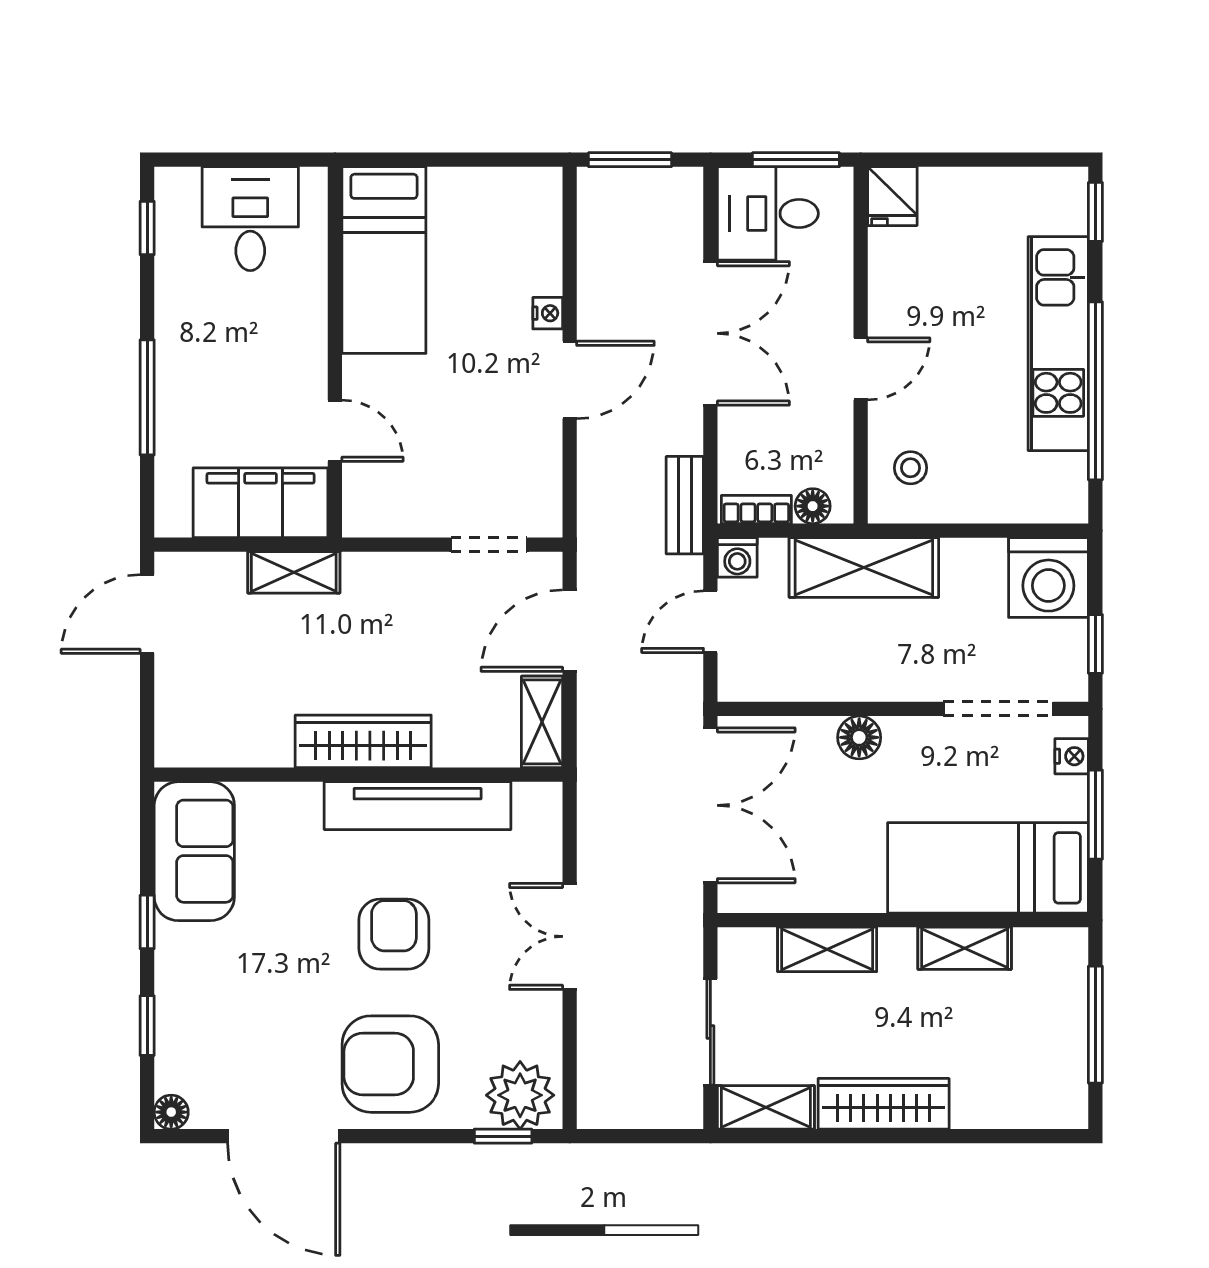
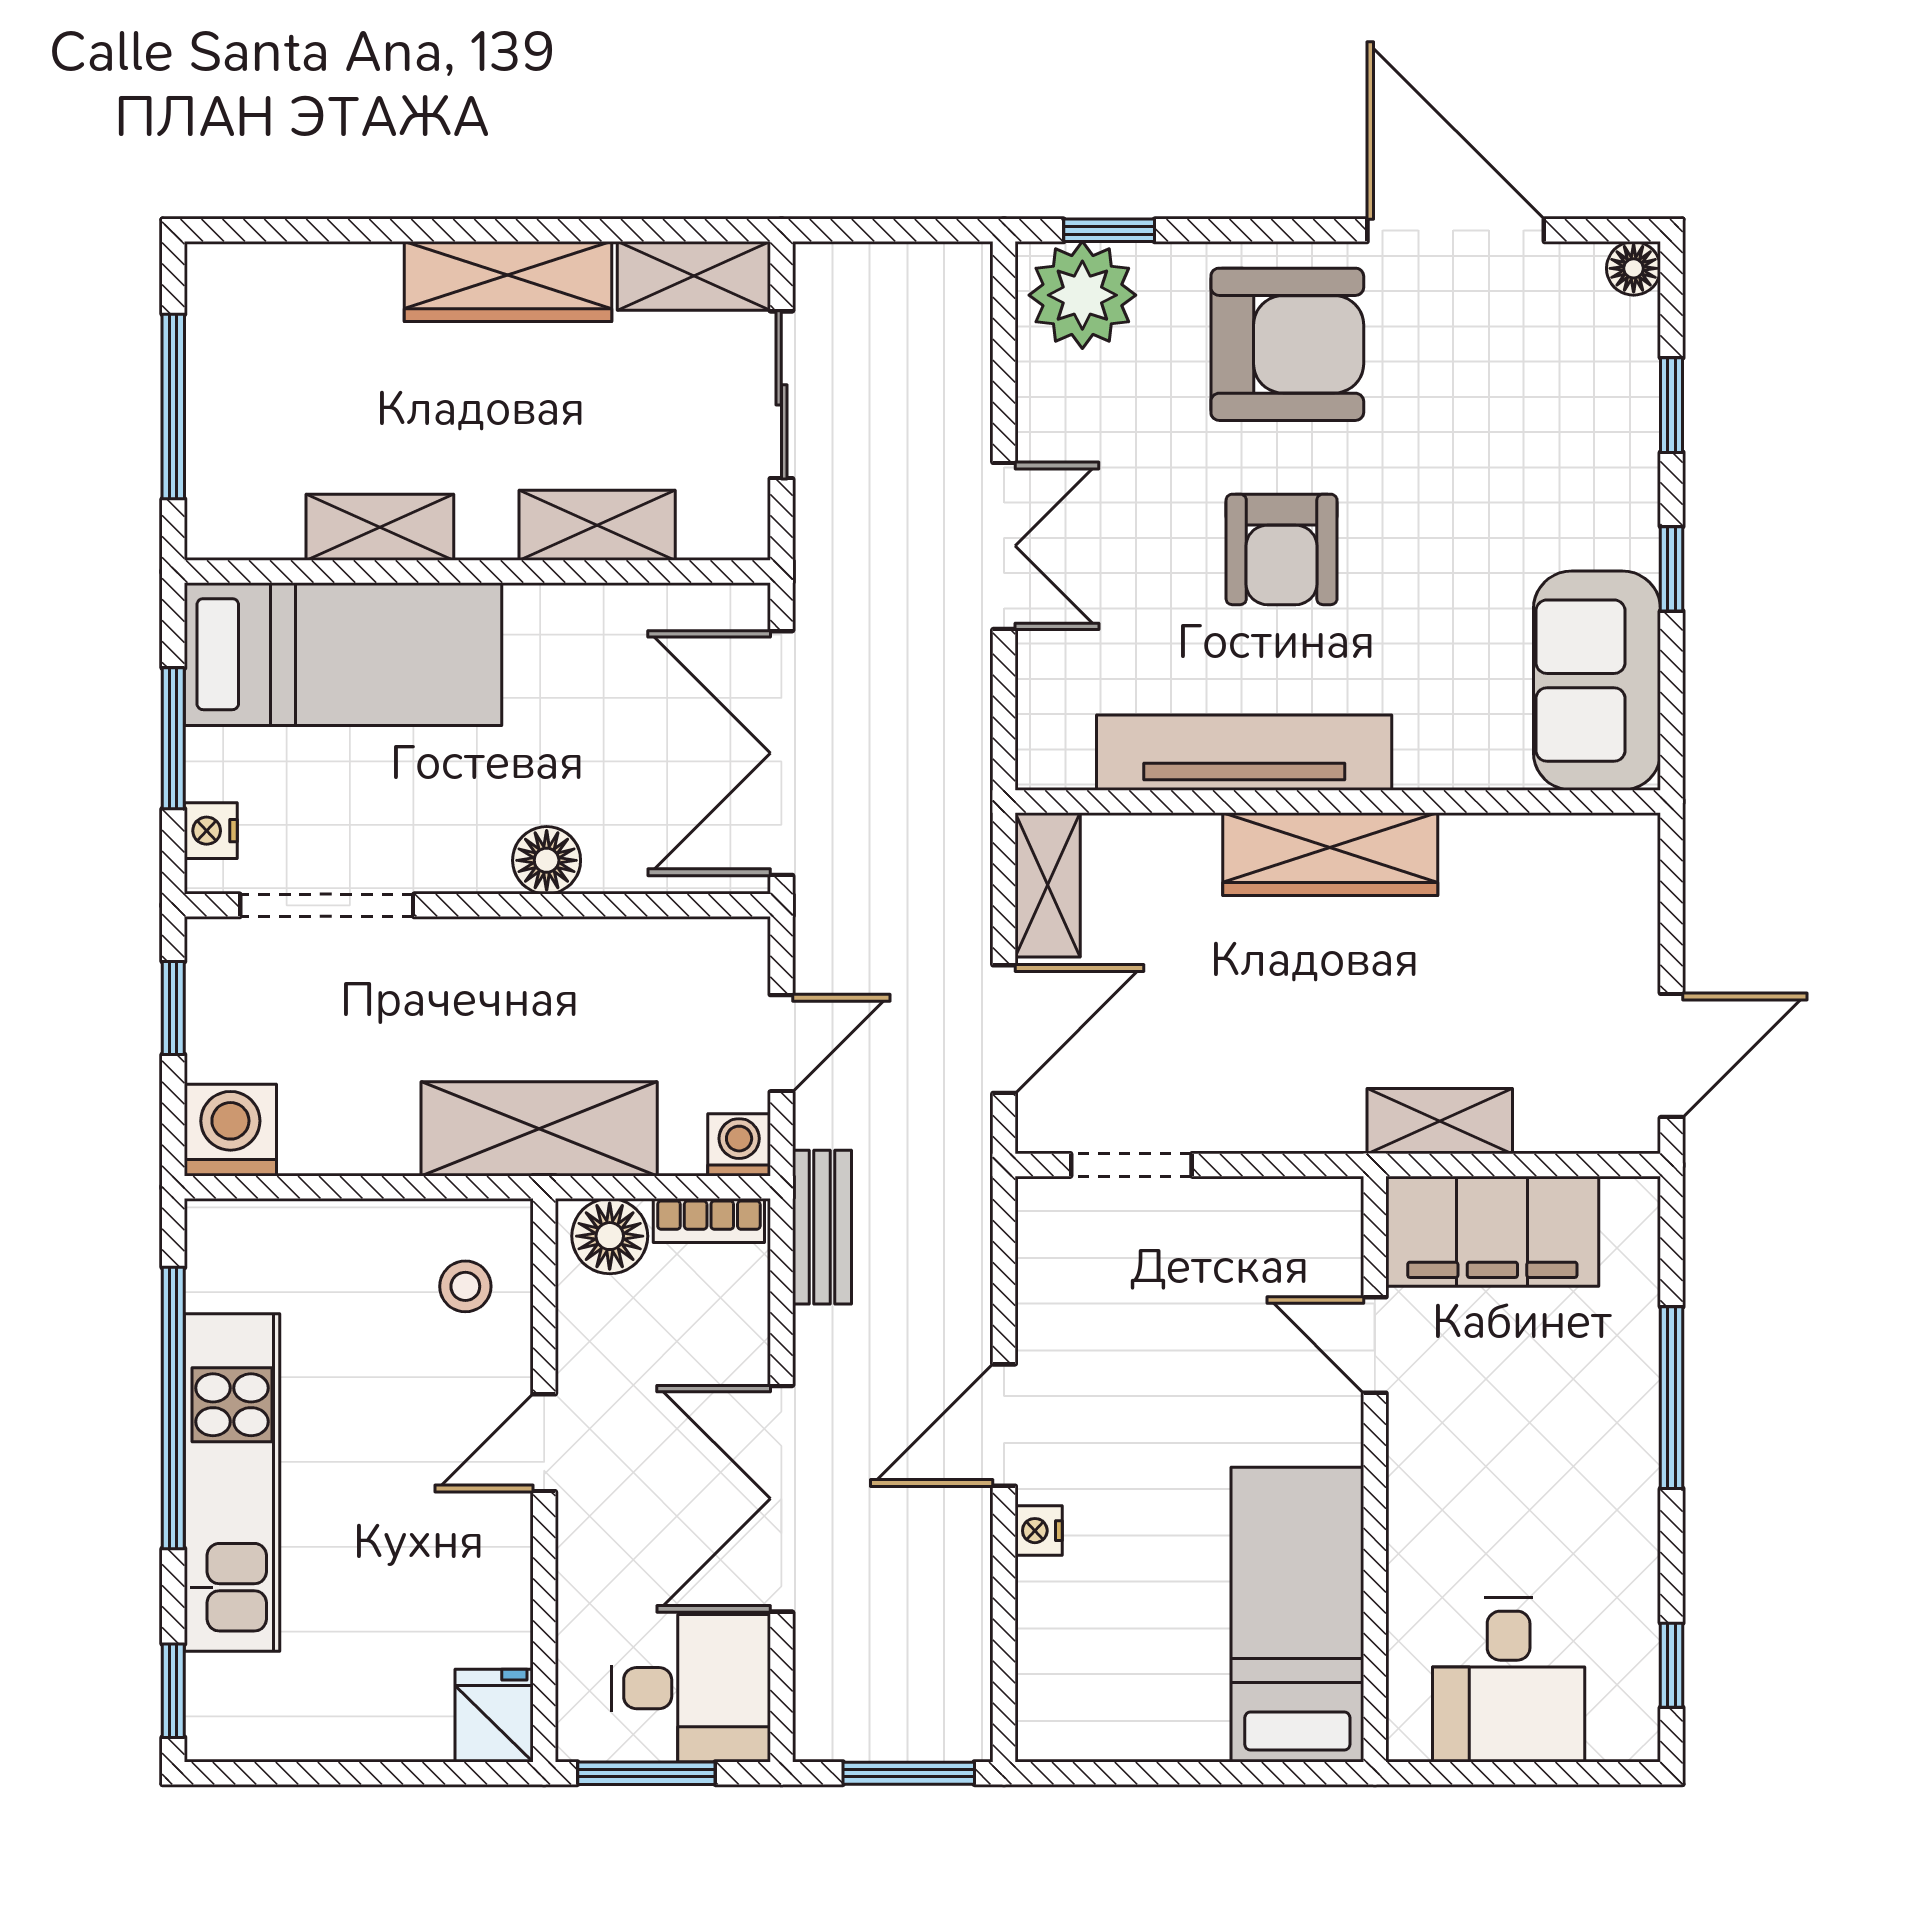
floor lamp: (813, 506) -> (610, 1236), width x1.37, depth x1.37
washing machine: (1048, 578) -> (230, 1130), width x0.73, depth x0.73

